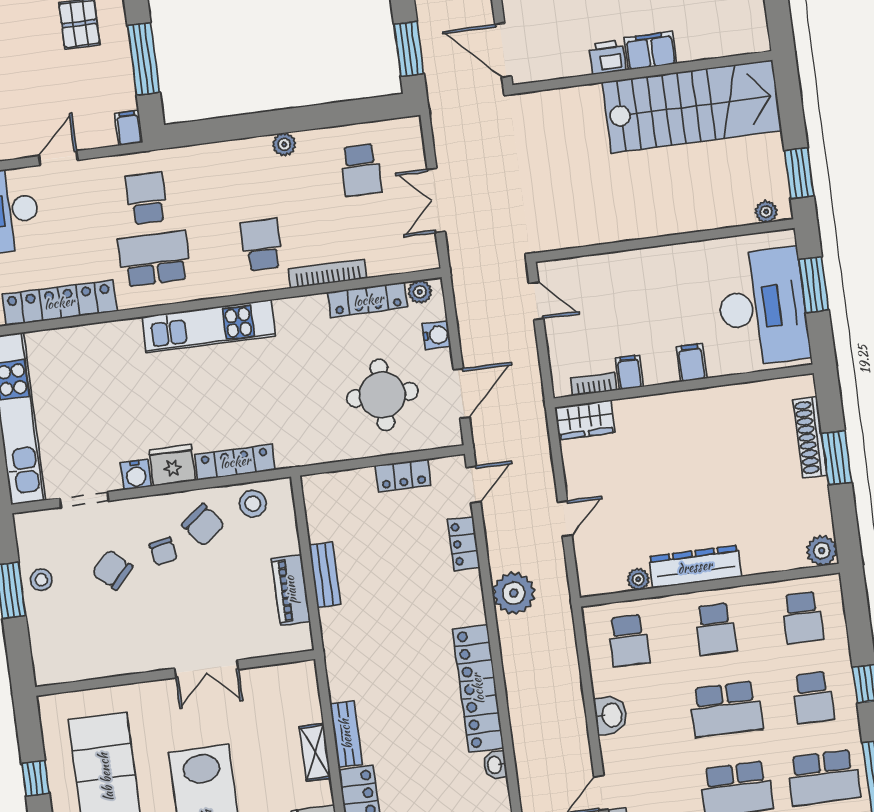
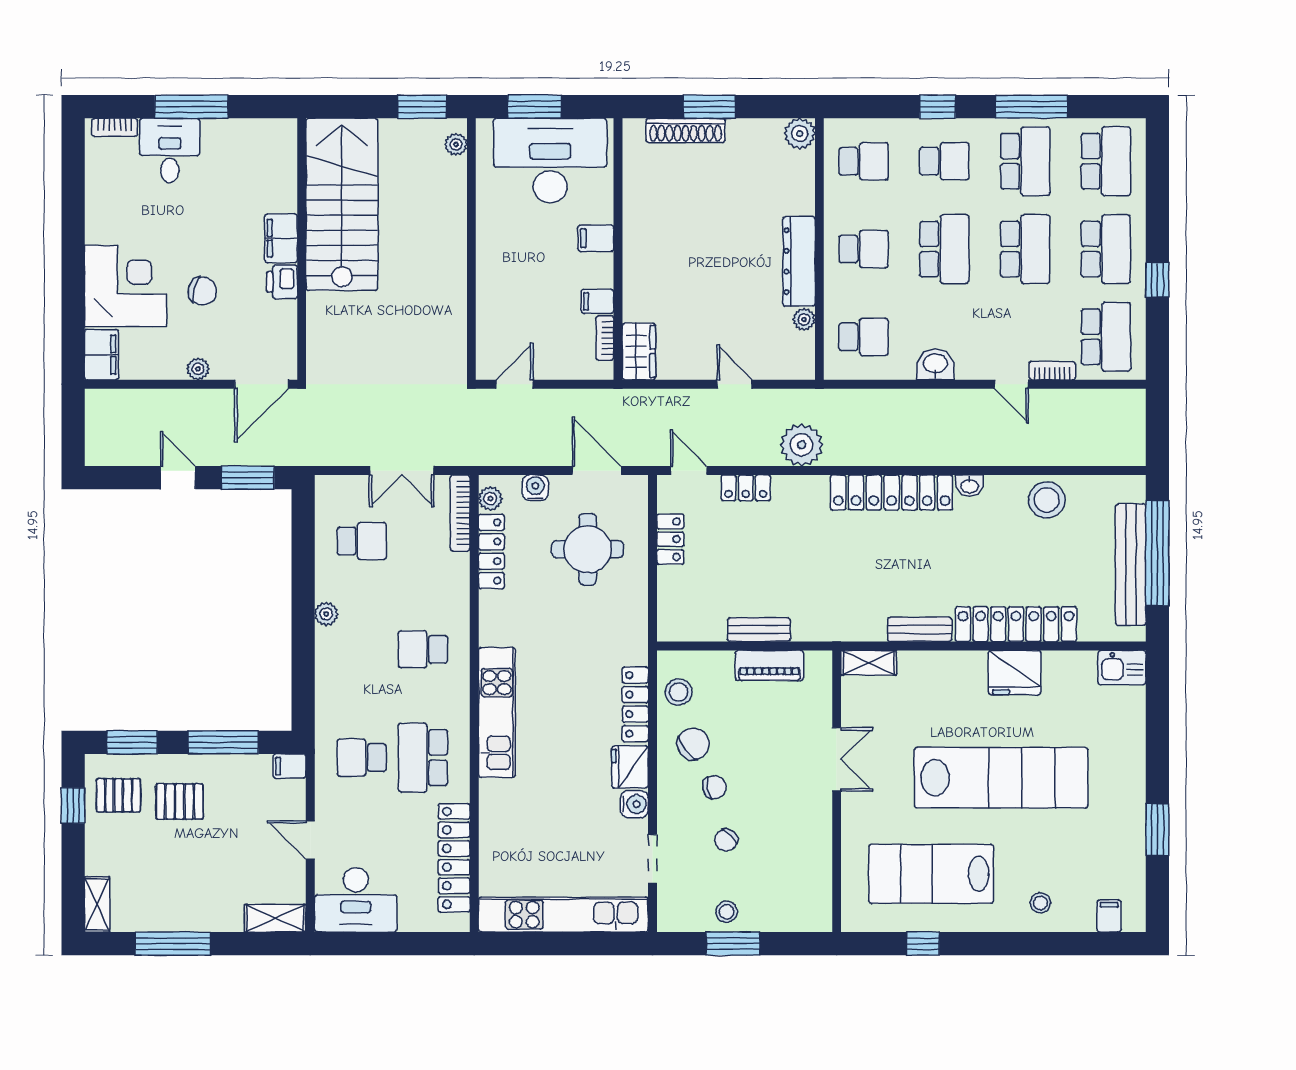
bookcase: (328, 274) -> (460, 513), moved
chair: (112, 570) -> (726, 840), width x0.73, depth x0.73
shelving: (315, 752) -> (869, 663), moved

